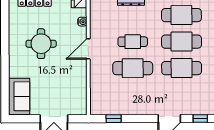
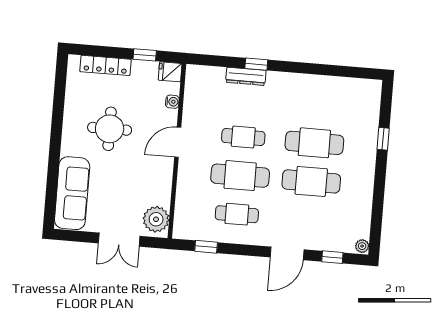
cafe table: (181, 15) -> (237, 214), moved, width x0.73, depth x0.74
sofa: (19, 96) -> (72, 193), width x1.36
plant: (78, 103) -> (156, 219), added

